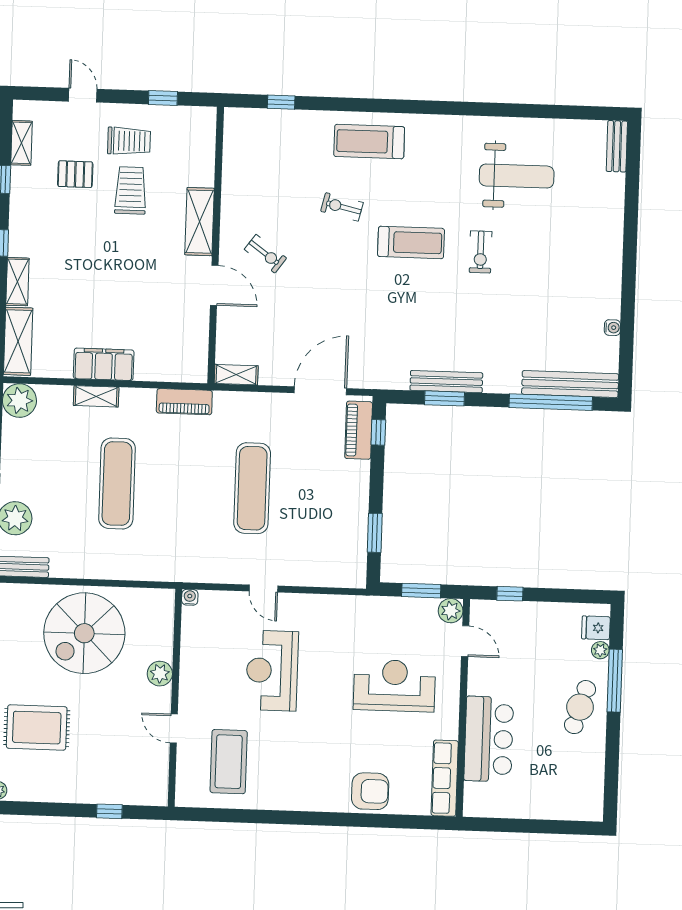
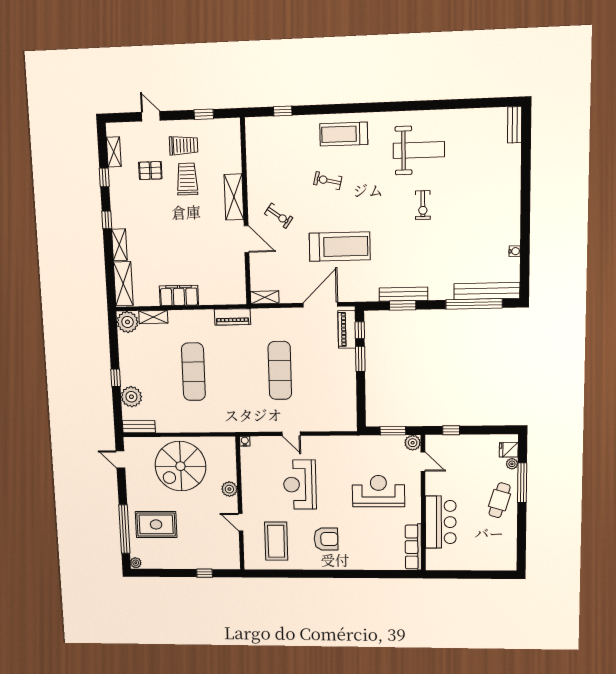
weight bench: (517, 176) -> (419, 150), moved
treadmill: (411, 242) -> (340, 247), moved, width x1.37, depth x1.38
shelving: (96, 396) -> (153, 317), moved
window: (375, 533) -> (360, 359), moved
armchair: (370, 791) -> (326, 539), moved

